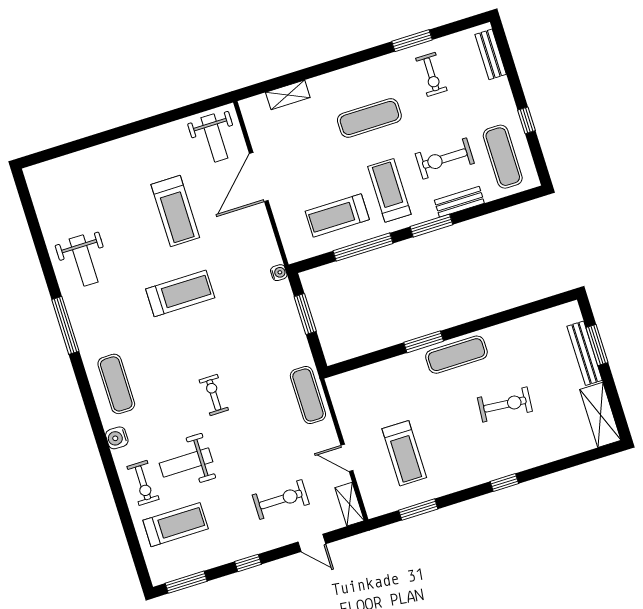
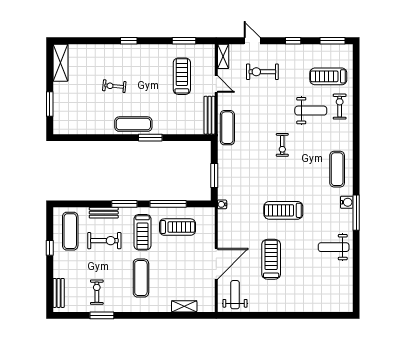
exercise mat: (369, 118) -> (141, 278), turned 90
weight bench: (84, 261) -> (334, 247), turned -90
bench: (585, 353) -> (210, 115), moved
exercise bike: (505, 405) -> (114, 86), width x0.73, depth x0.72
water cooler: (117, 438) -> (347, 202), moved

